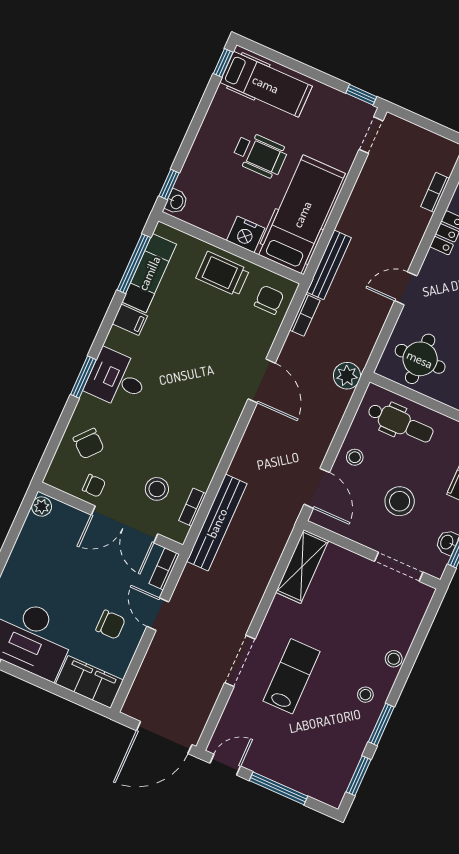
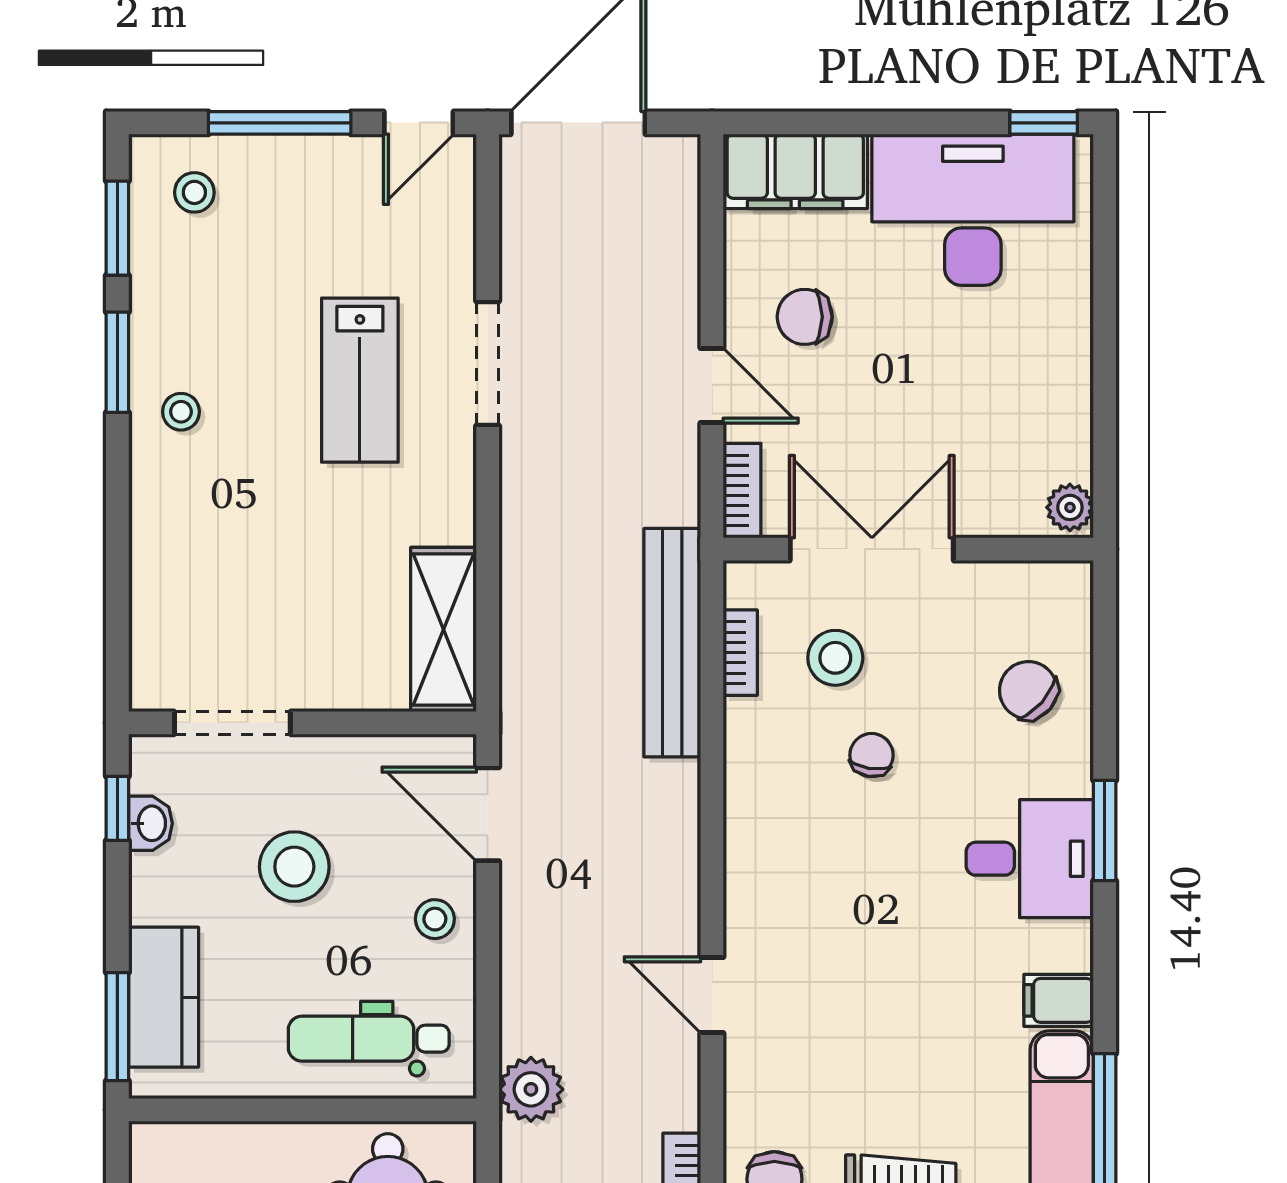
door: (262, 381) -> (712, 995), width x0.73
chair: (94, 486) -> (872, 755), moved, turned 99
stool: (394, 659) -> (194, 192), moved

